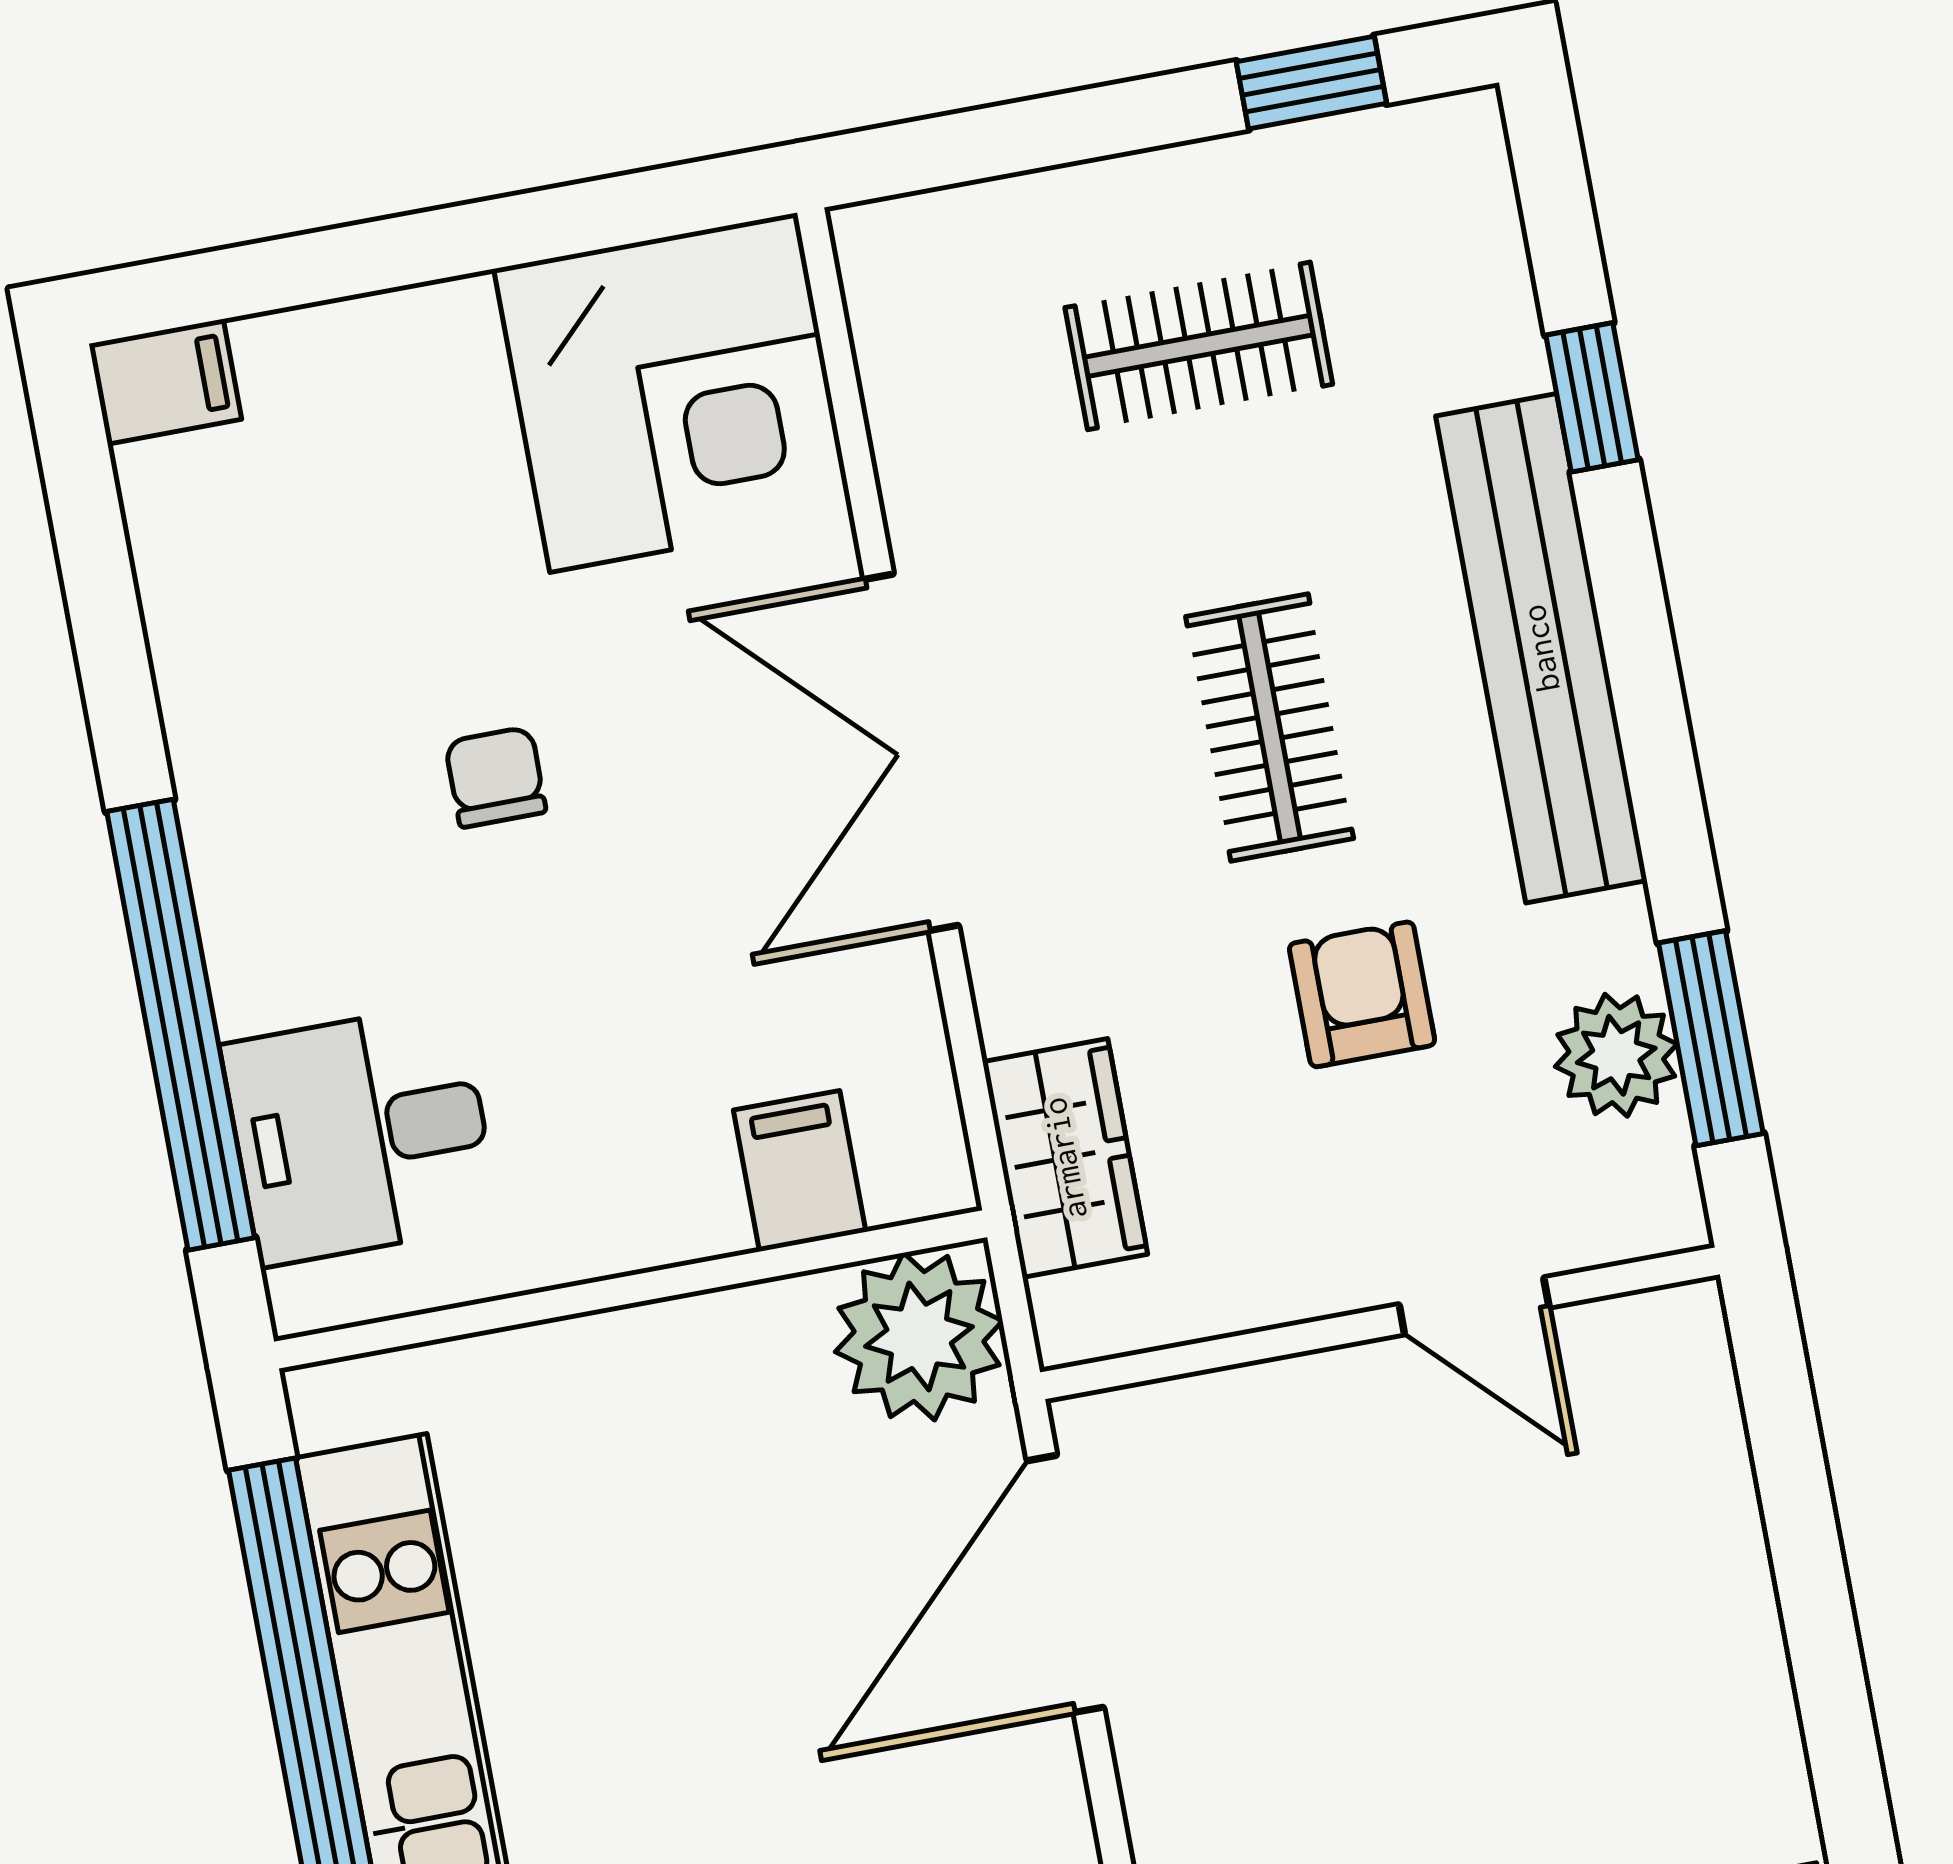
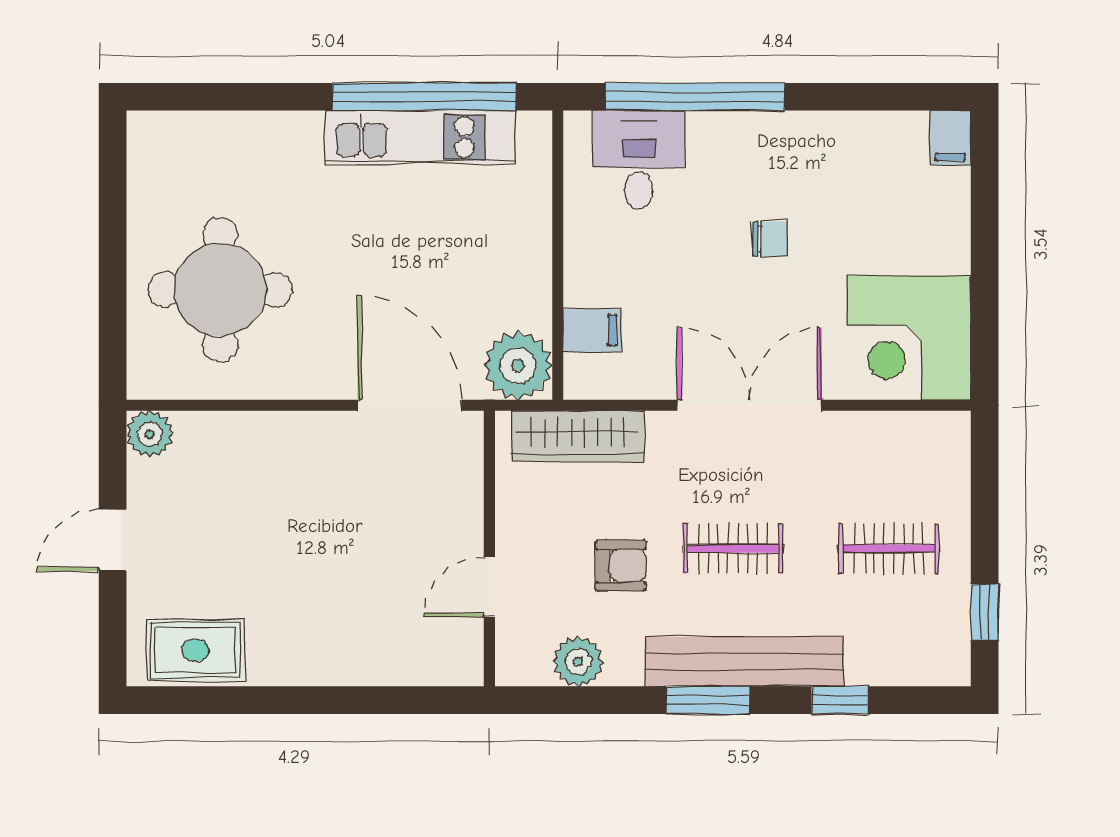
clothes rail: (1199, 346) -> (889, 549), turned 90
window: (1711, 1038) -> (708, 700), moved
wardrobe: (1065, 1158) -> (578, 436), width x1.50

